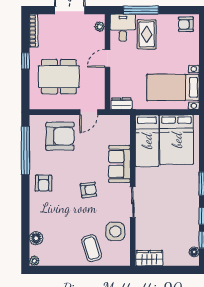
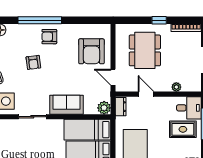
plant: (100, 27) -> (176, 87), moved
door: (108, 58) -> (146, 94), moved
plant: (123, 122) -> (104, 108), added
window: (25, 150) -> (40, 20), moved
armchair: (89, 190) -> (33, 62), moved

